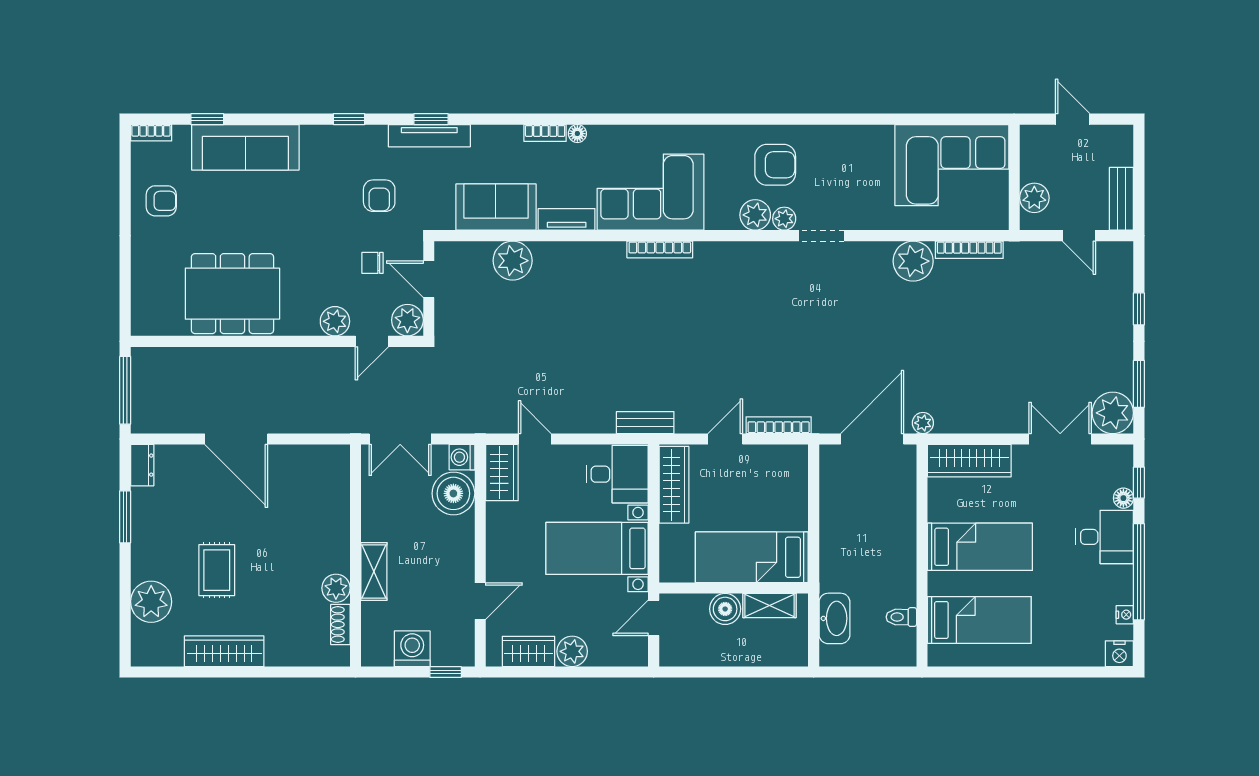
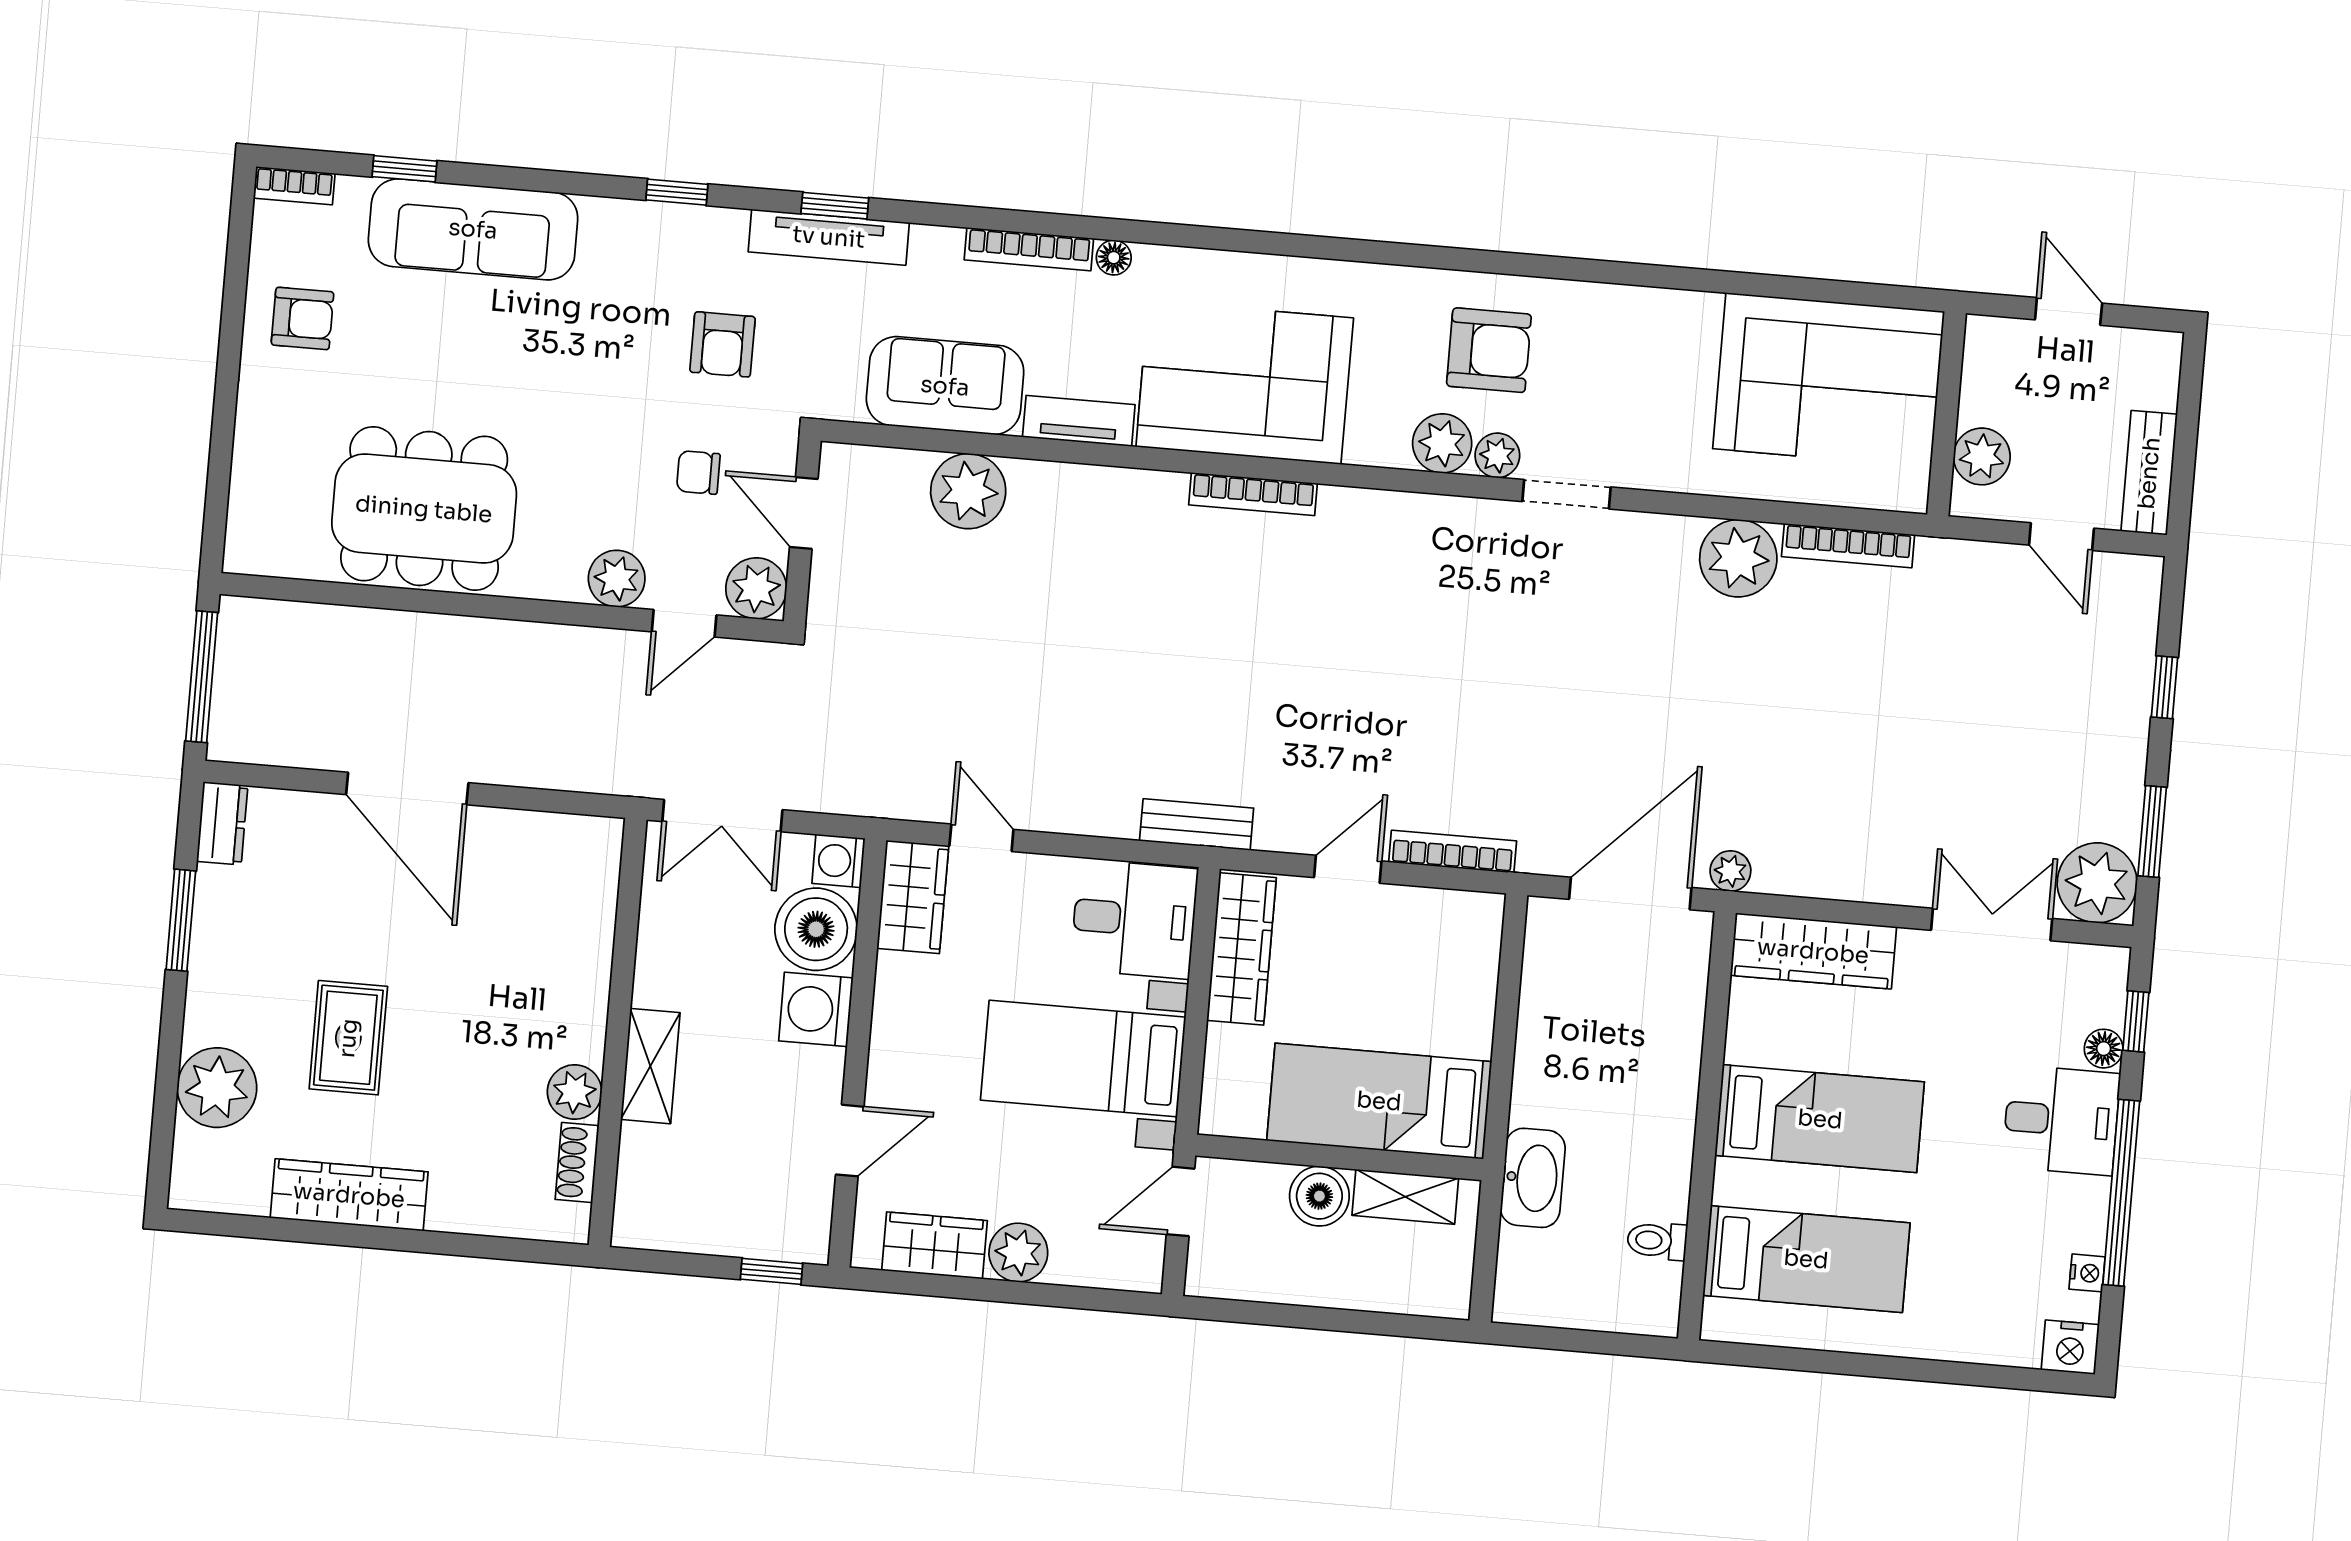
bookcase: (545, 133) -> (1029, 249), width x1.56
washbasin: (834, 618) -> (1533, 1178), moved
washing machine: (412, 649) -> (816, 1009), moved, turned -90

